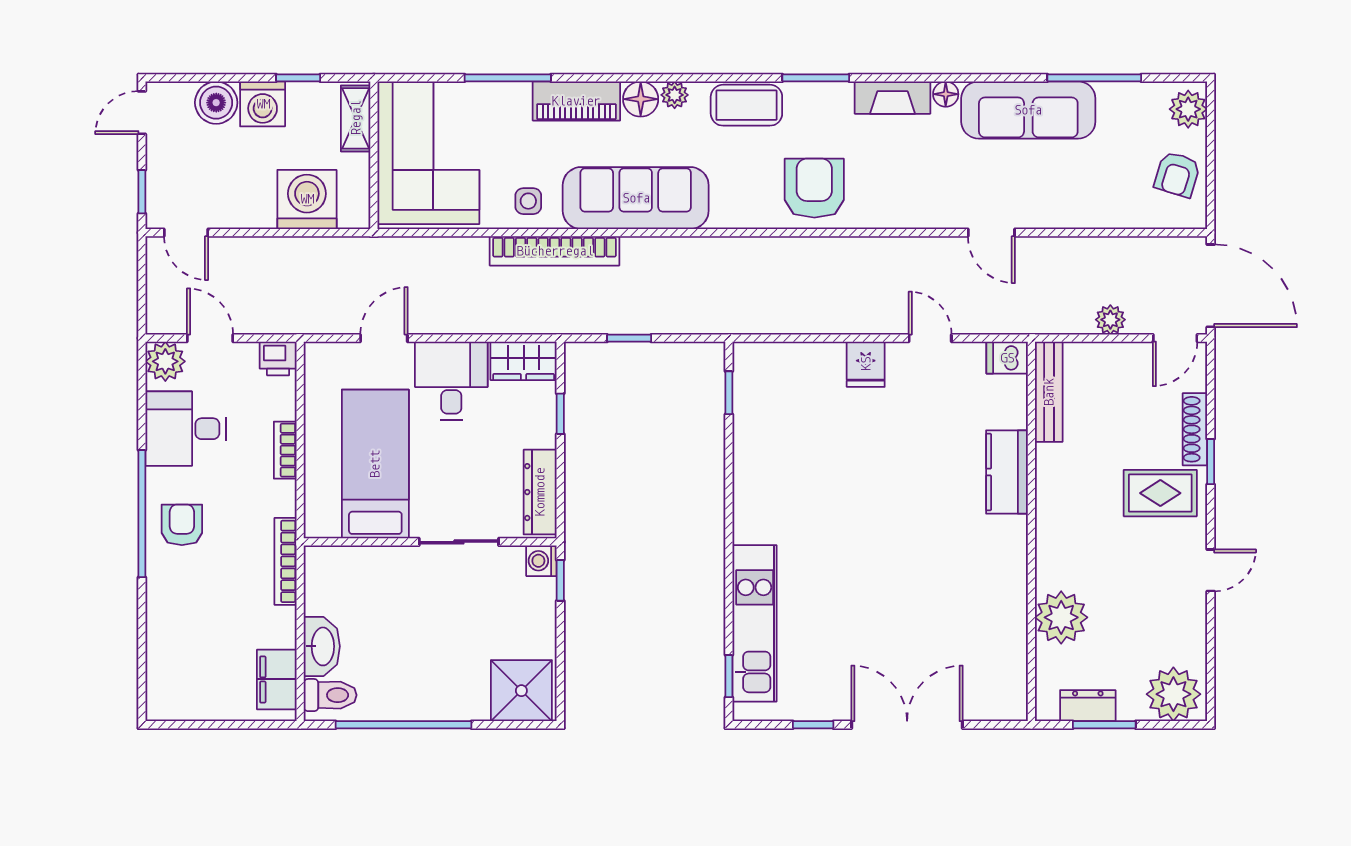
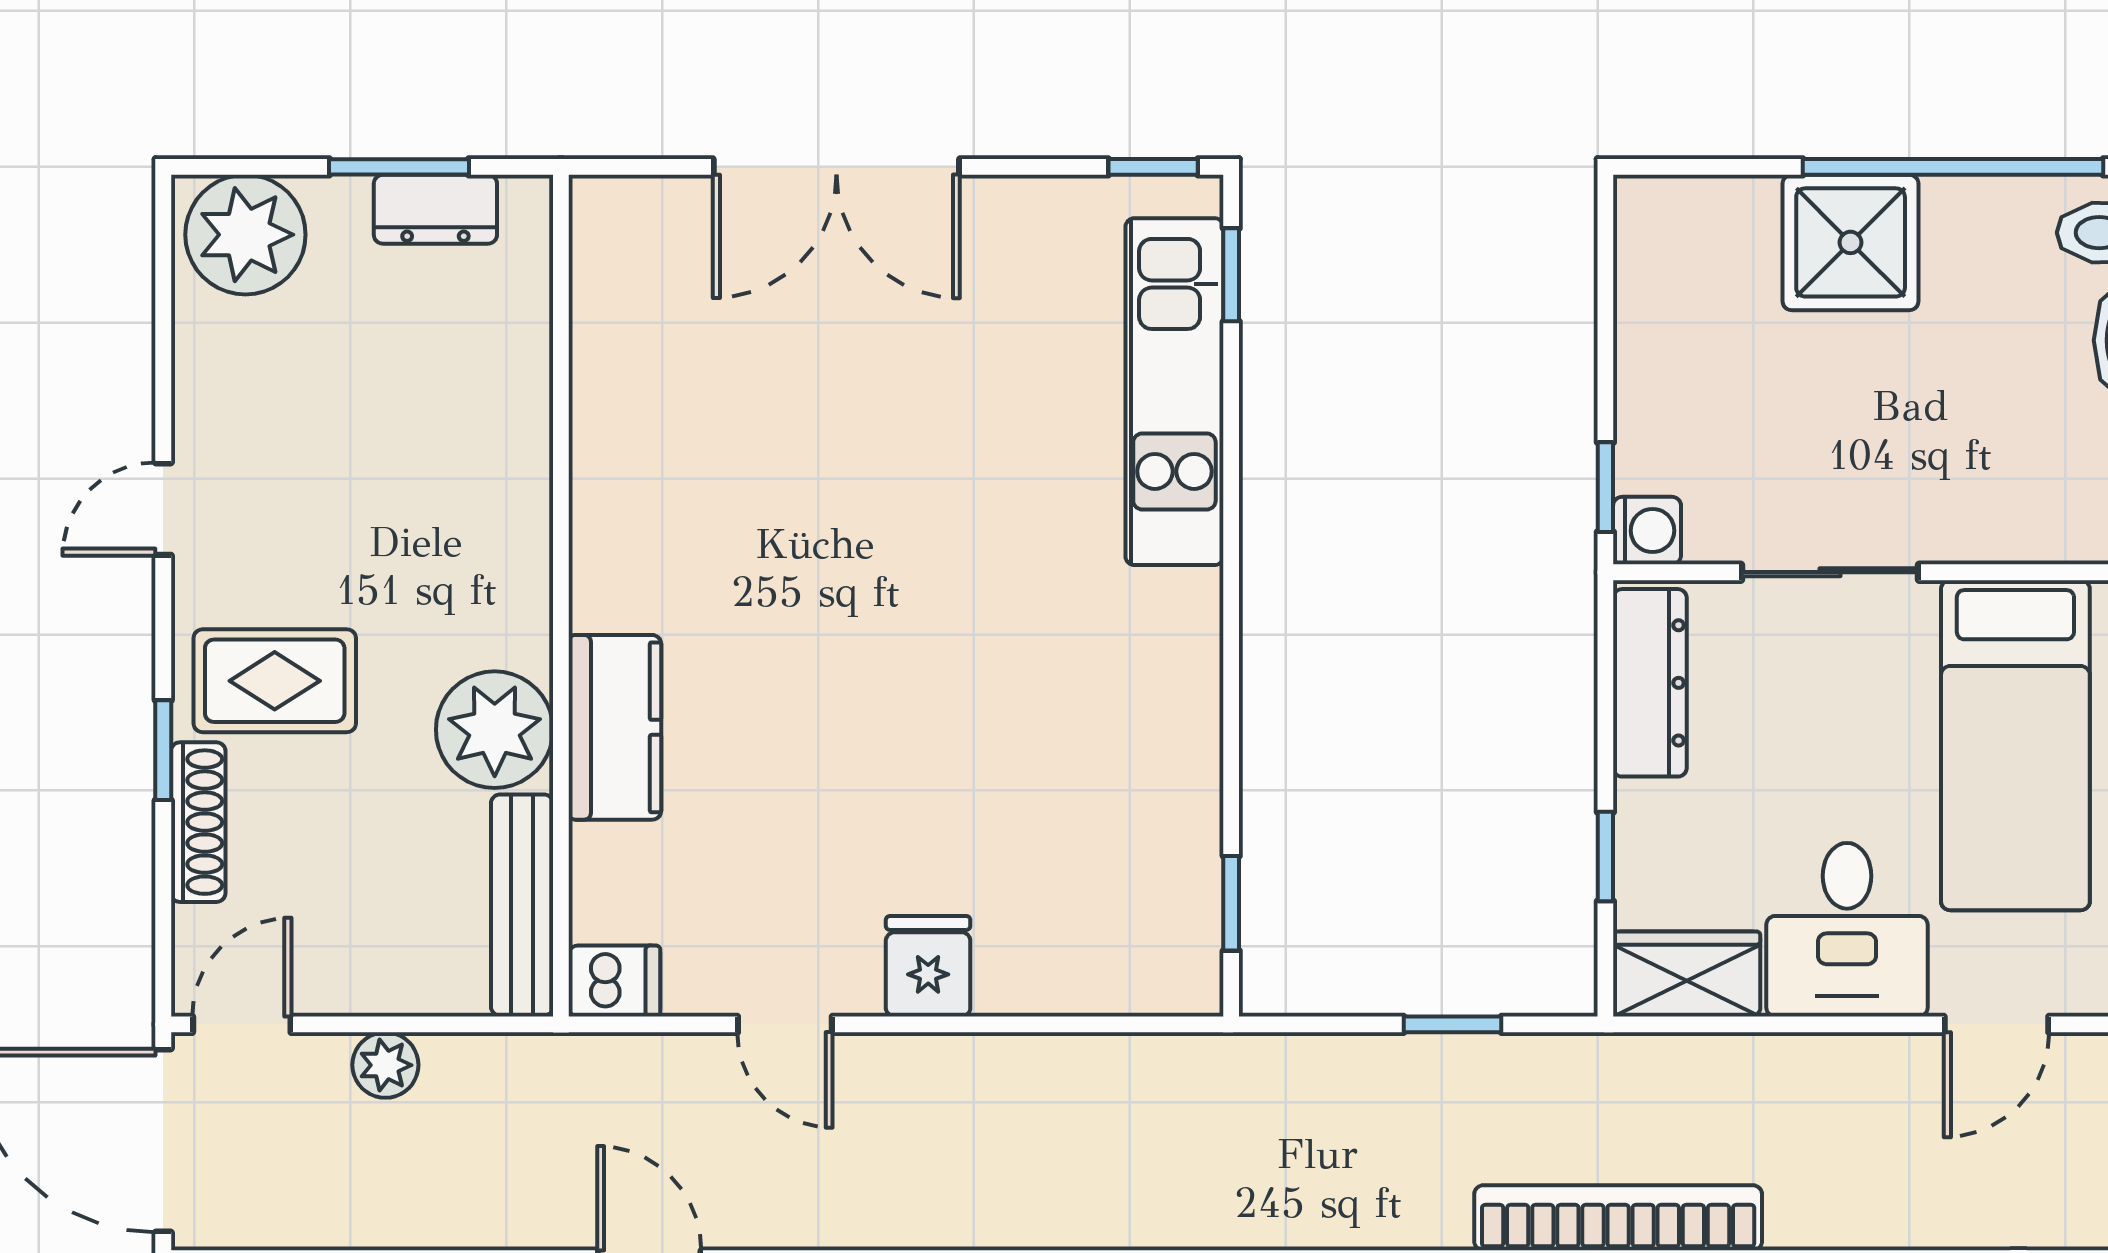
plant: (1061, 617) -> (495, 730), moved
shower: (521, 691) -> (1851, 242), moved
window: (813, 725) -> (1153, 167), moved

